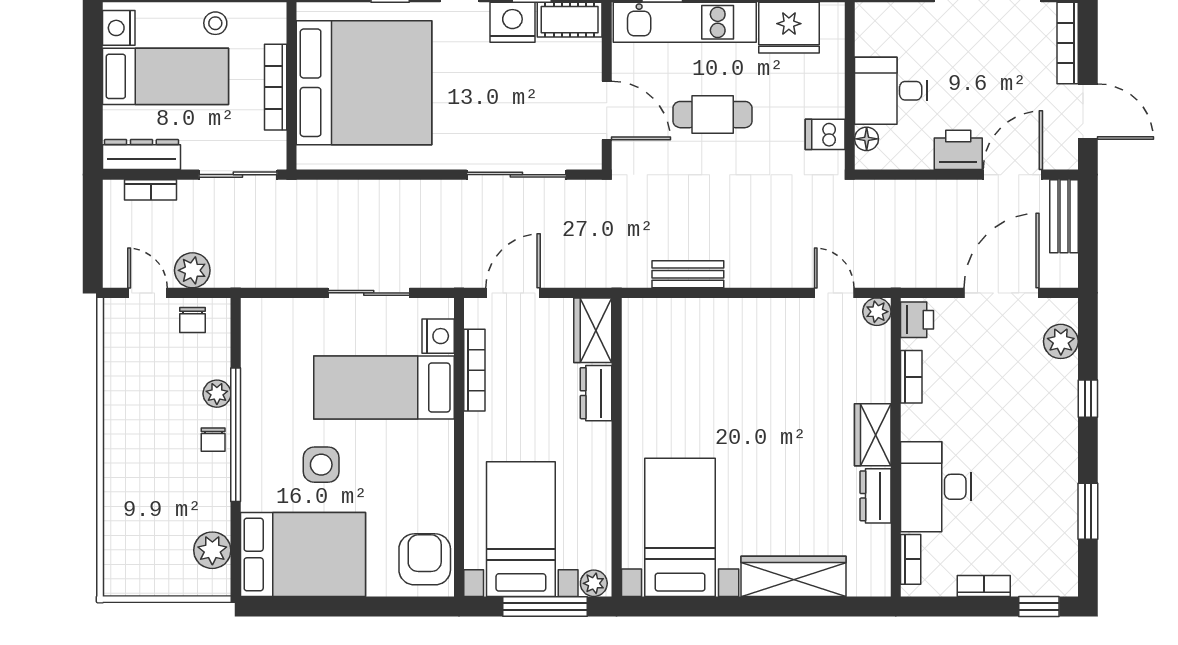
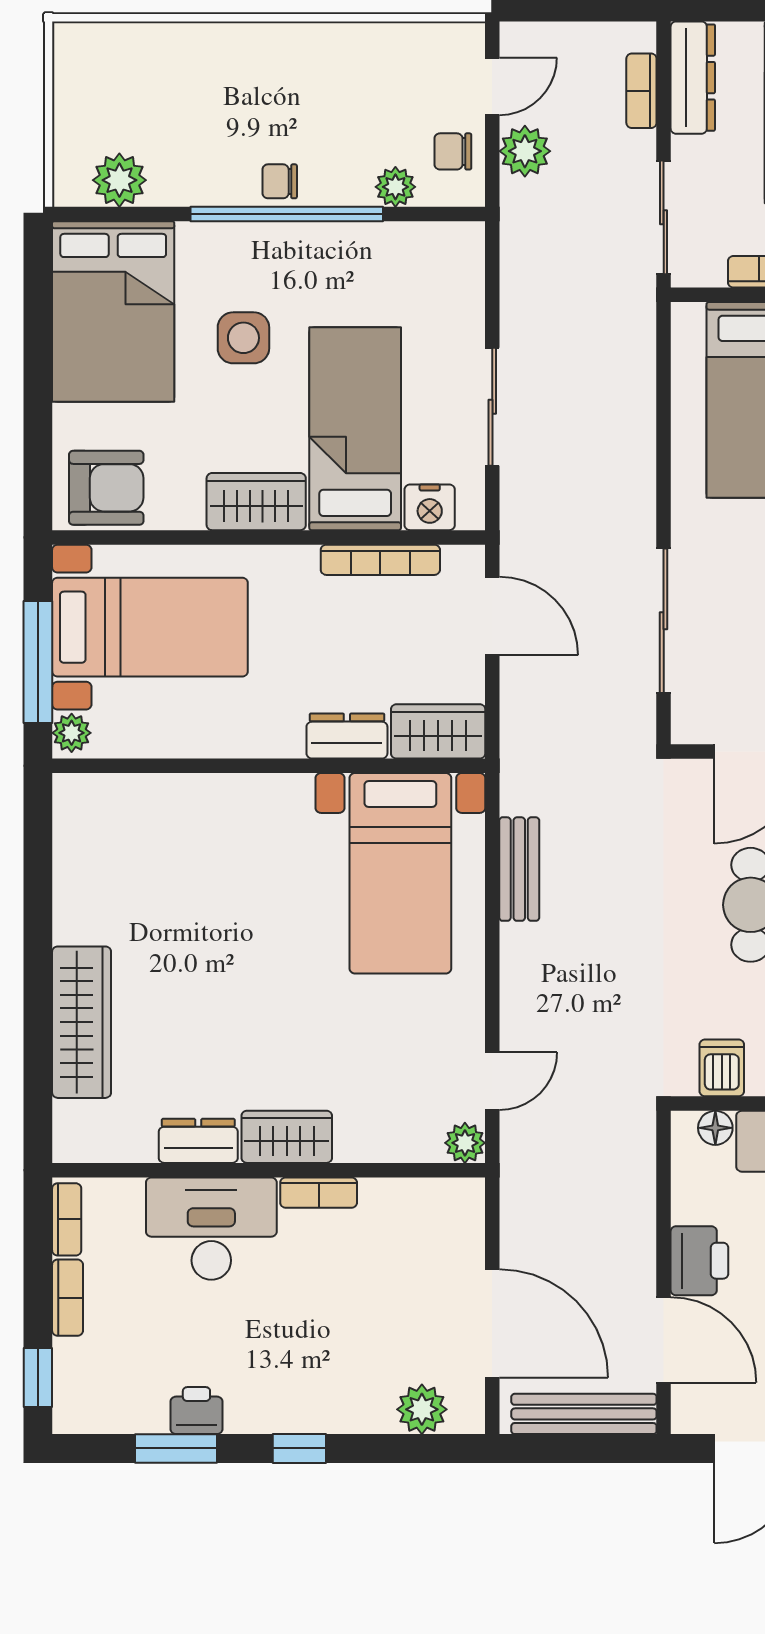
bench: (1064, 216) -> (584, 1414), width x1.36
printer: (917, 320) -> (196, 1411), moved, turned 180
bookcase: (911, 377) -> (319, 1193), moved
plant: (217, 394) -> (395, 187), moved
window: (1088, 399) -> (299, 1448), moved
wardrobe: (434, 456) -> (256, 502), added
bed with nightstands: (680, 527) -> (400, 873), moved, turned 90
bookcase: (911, 559) -> (67, 1219), moved, turned -90

